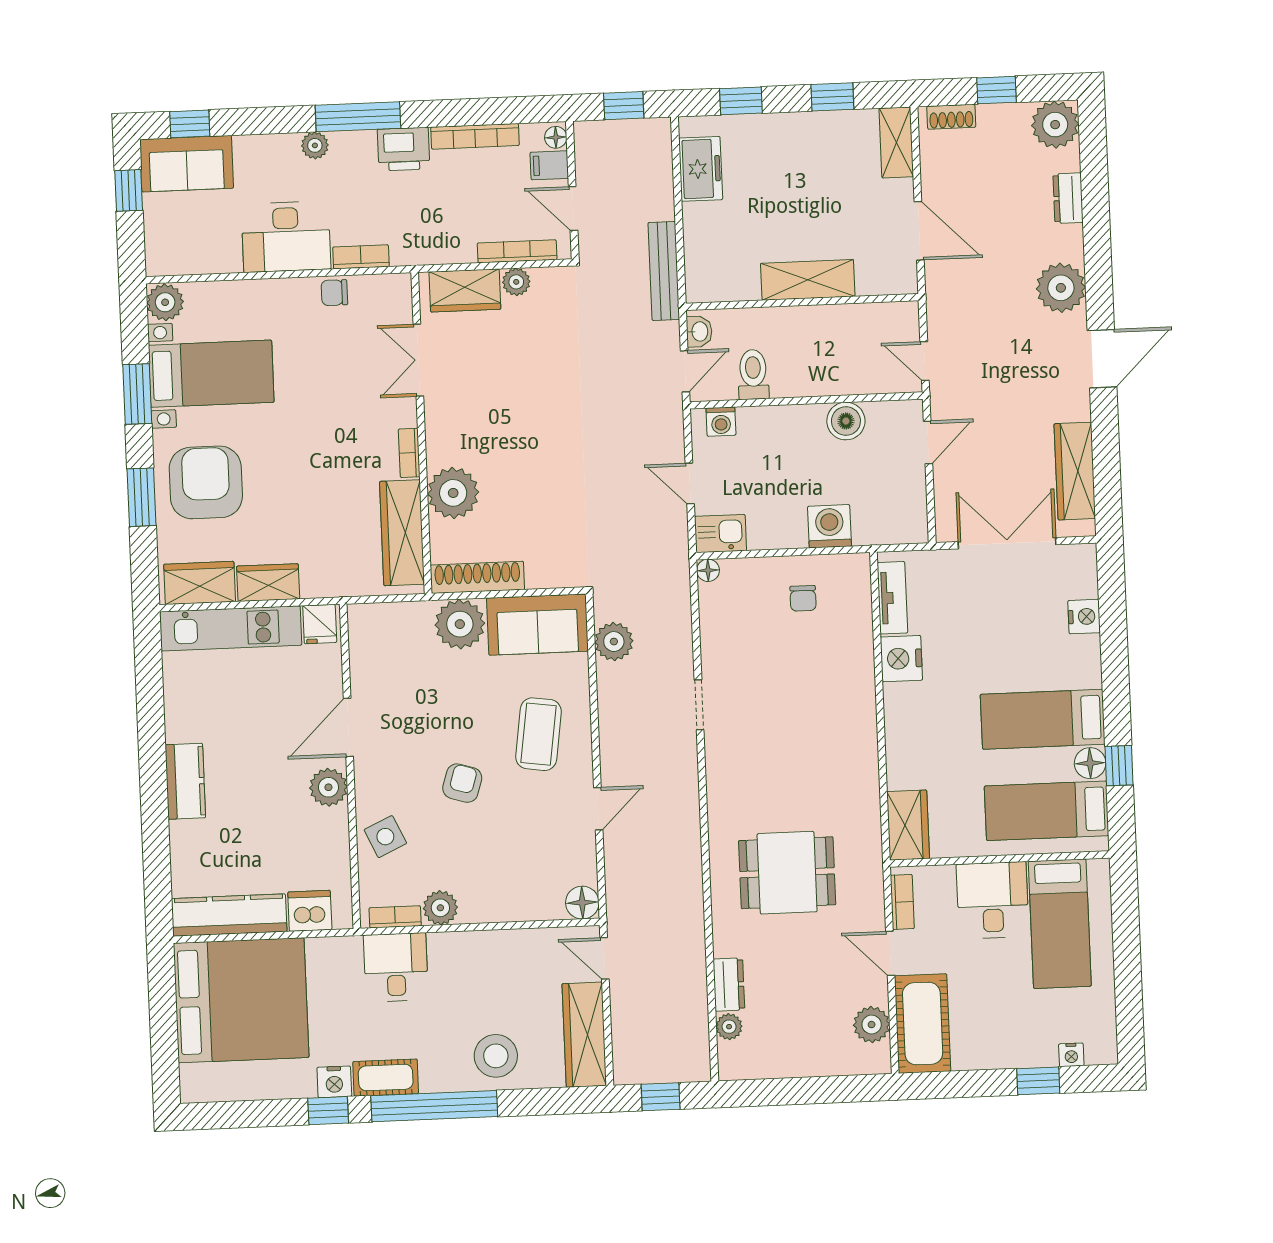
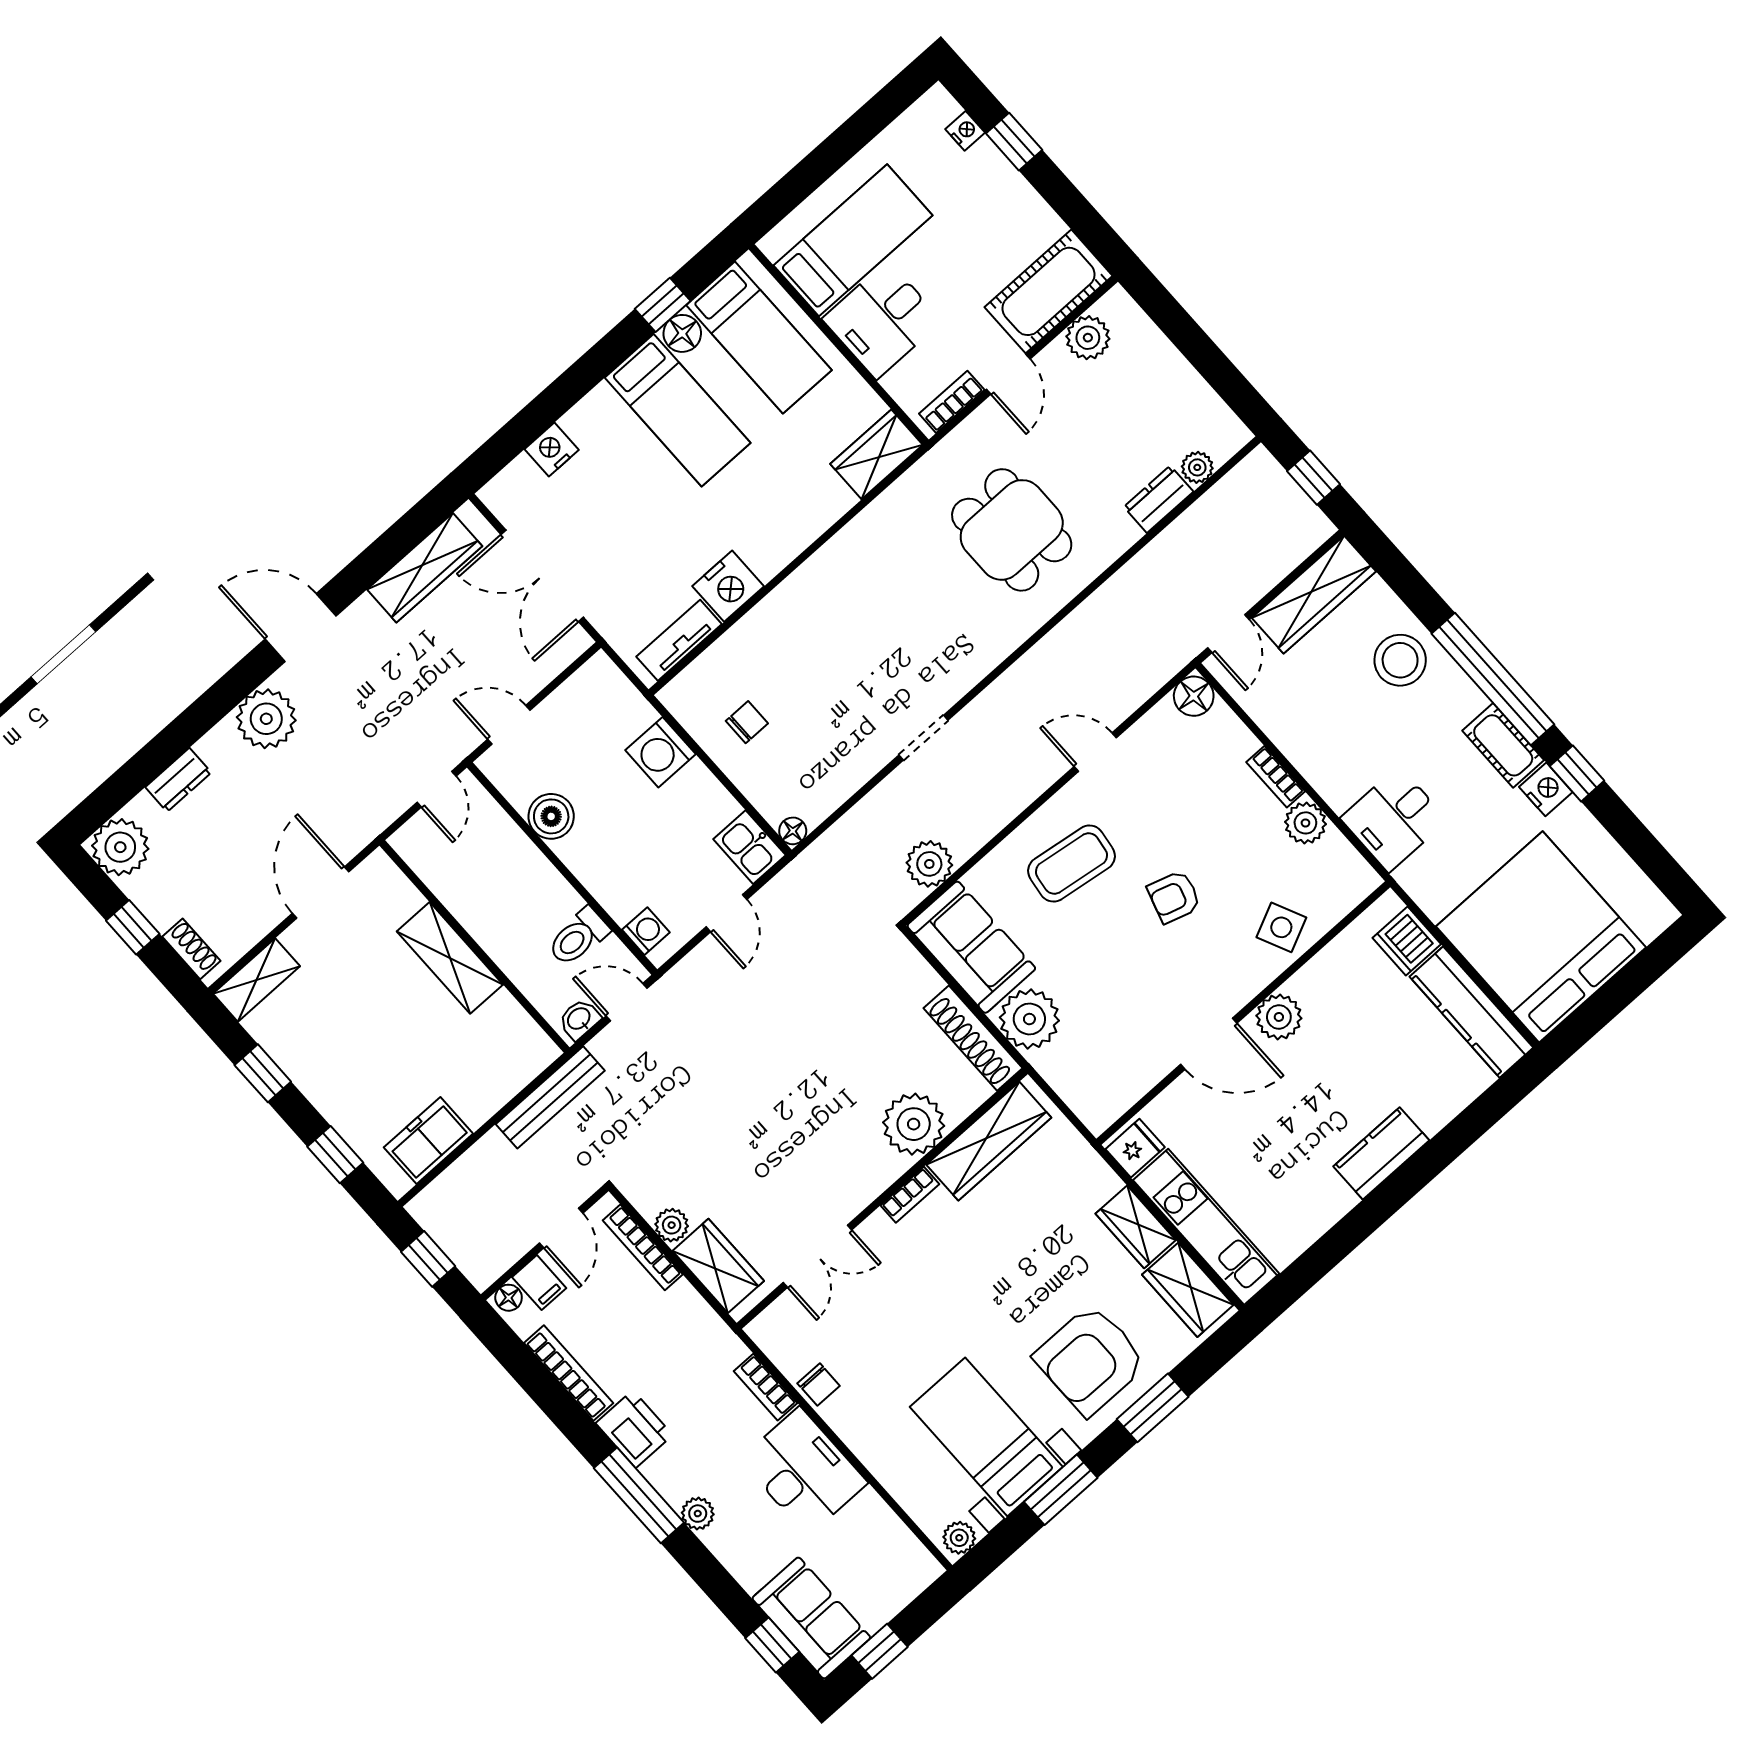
plant: (165, 302) -> (959, 1538), width x0.73, depth x0.73
bookcase: (395, 917) -> (1276, 777), moved

